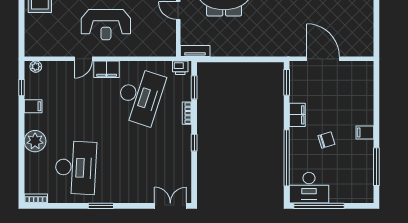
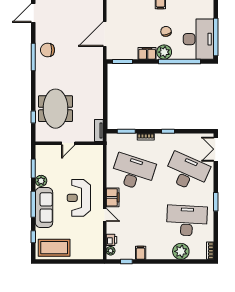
reception desk: (106, 25) -> (79, 198), turned 180
printer: (180, 68) -> (111, 240), moved
plant: (299, 137) -> (164, 52), added
plant: (35, 141) -> (181, 251), moved
desk: (140, 168) -> (187, 172), added
desk: (309, 188) -> (198, 39), width x1.36, depth x1.30

